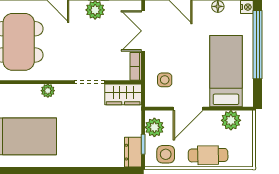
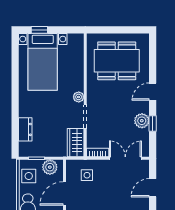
plant: (48, 91) -> (79, 97), moved
door: (188, 109) -> (64, 193), hinge flipped
dresser: (133, 152) -> (25, 129), moved, turned 90

